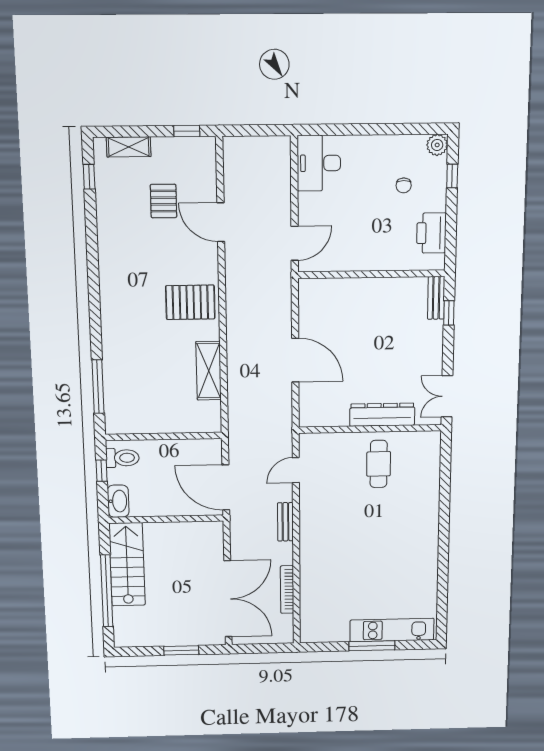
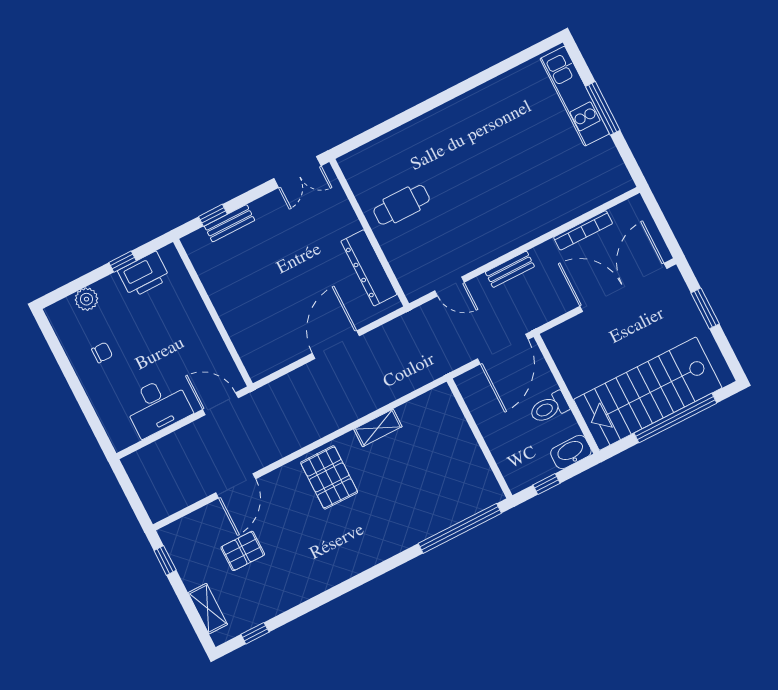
plant: (437, 145) -> (86, 299), moved
desk: (319, 163) -> (157, 406), moved
window: (452, 176) -> (123, 262), moved
chair: (404, 185) -> (102, 352), moved
bench: (436, 298) -> (230, 223), moved
shelving: (209, 371) -> (378, 428), width x0.67, depth x0.75
window: (98, 387) -> (460, 528), width x1.46
dresser: (382, 415) -> (369, 268), moved
toilet: (122, 458) -> (549, 408), moved, turned -90
stairs: (127, 564) -> (648, 394), width x1.36, depth x1.51

